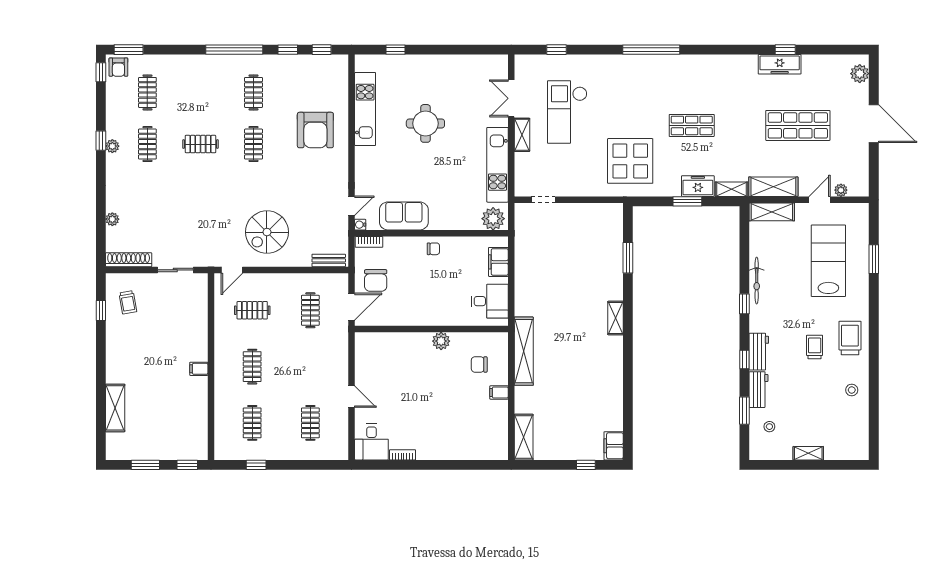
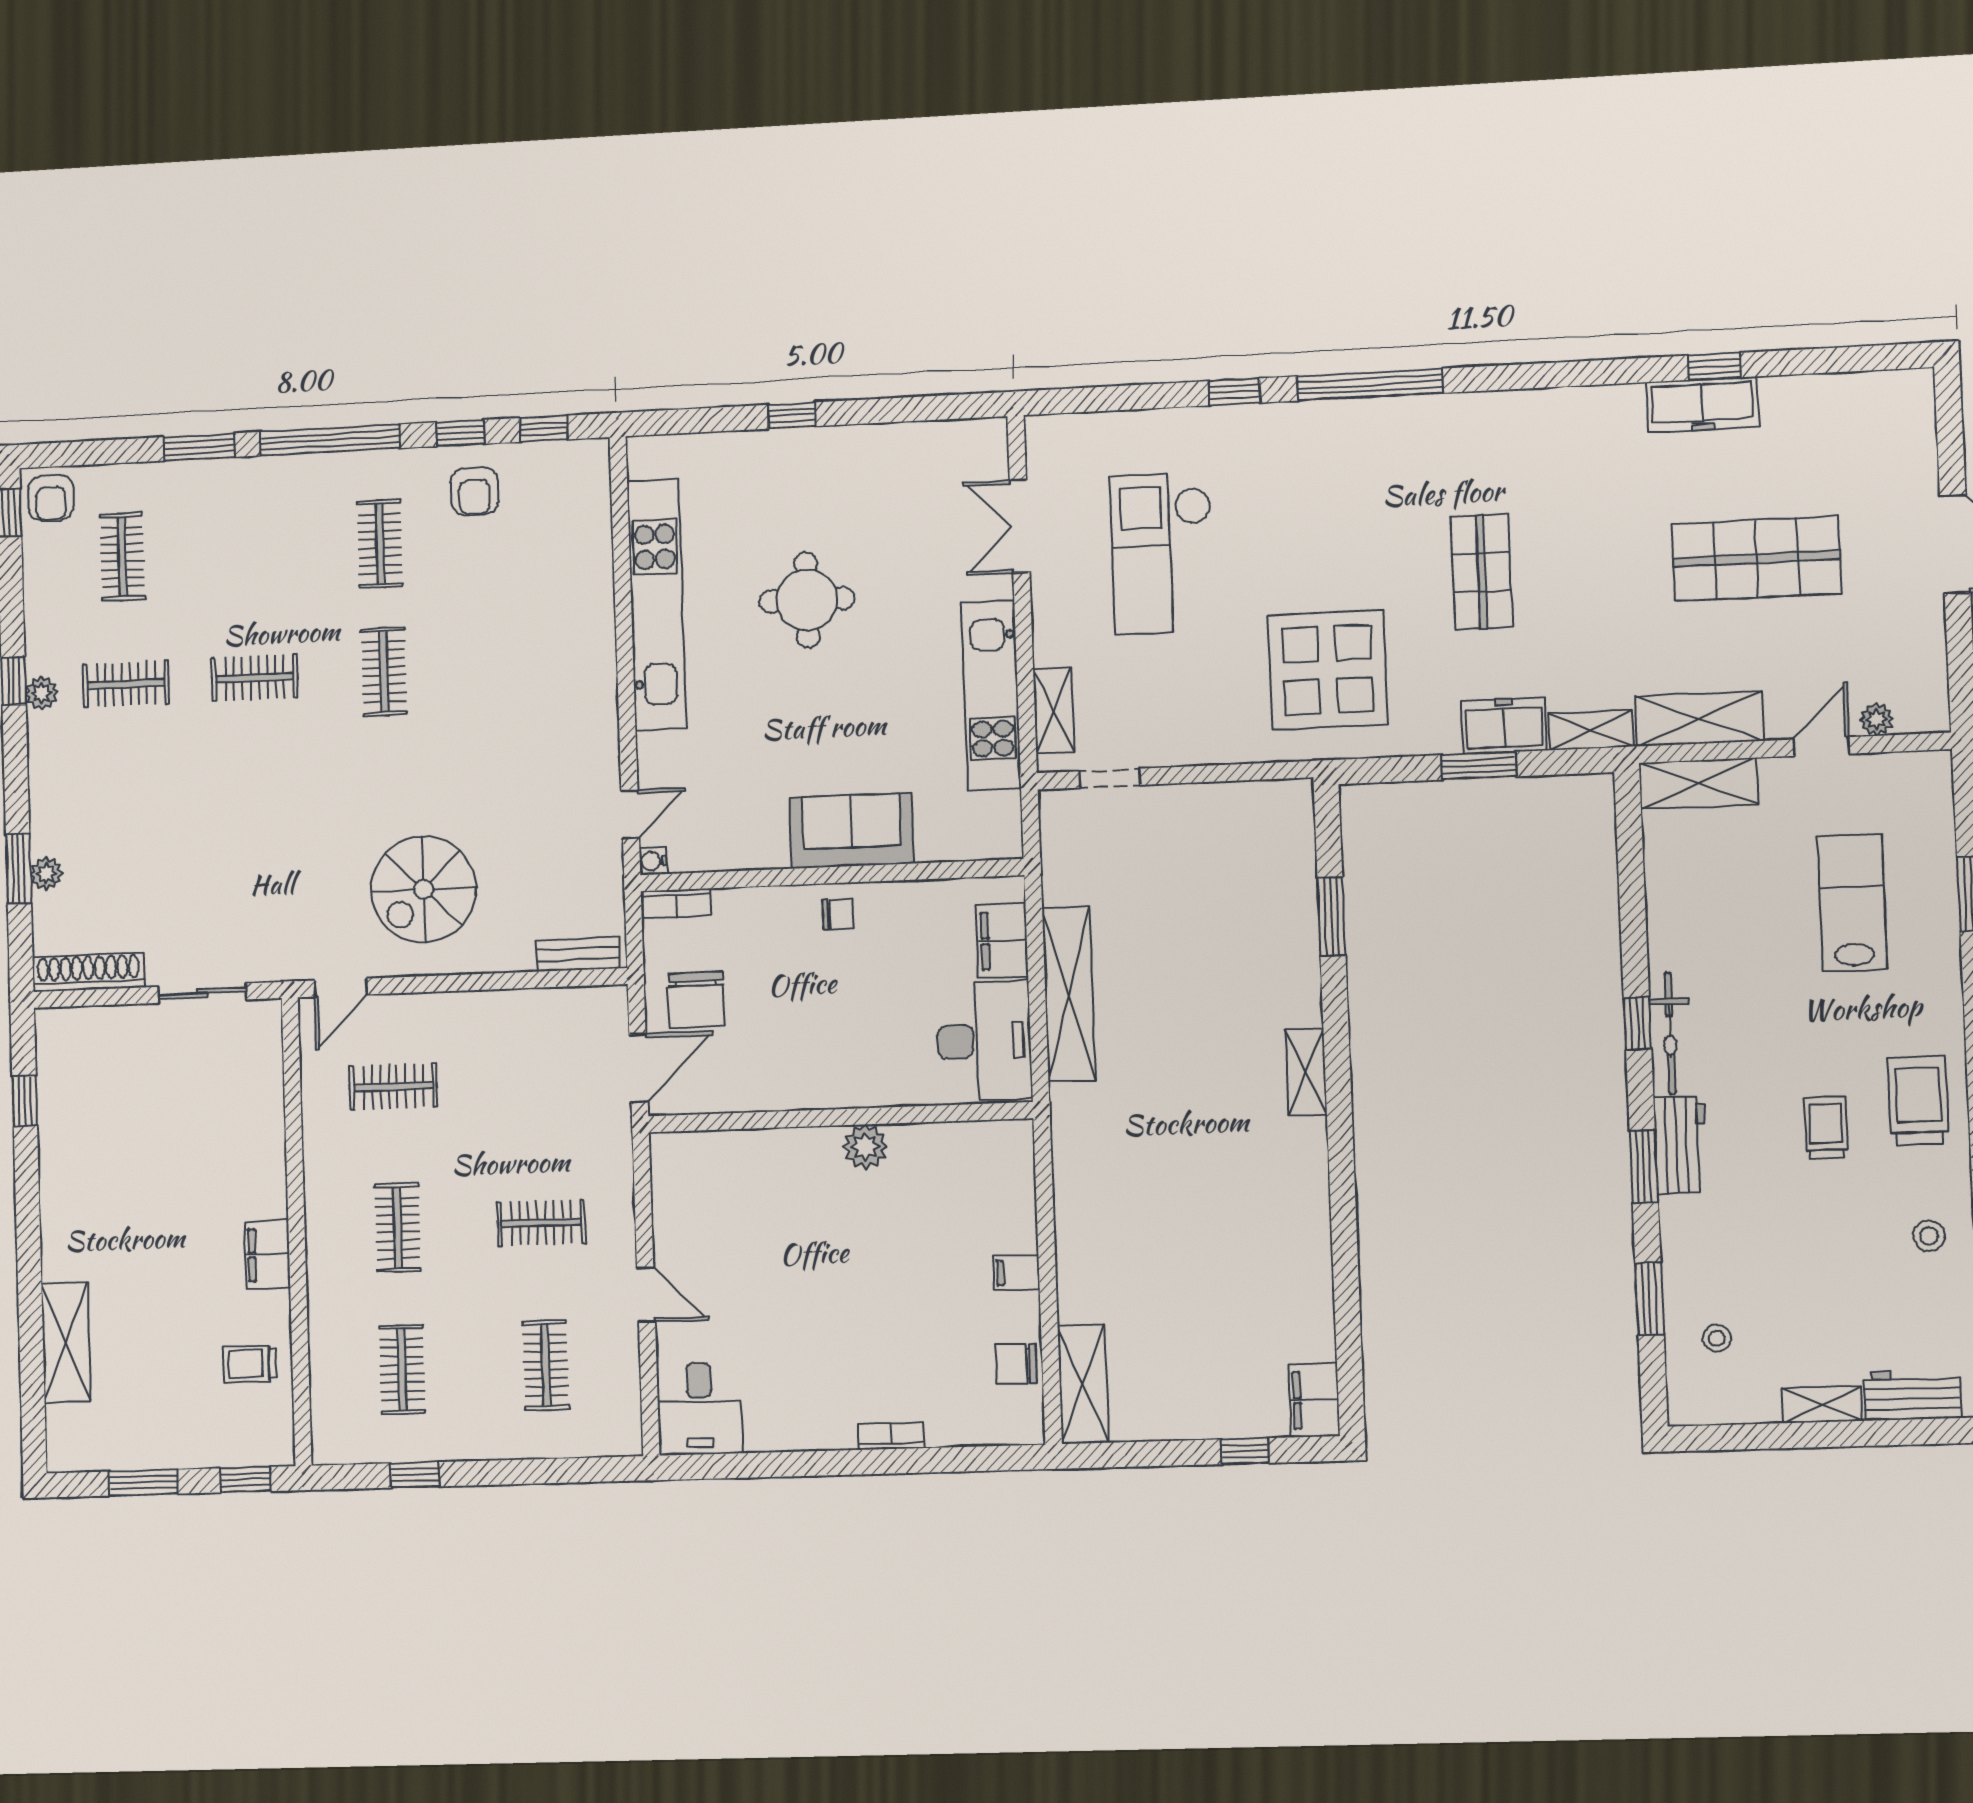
window: (129, 50) -> (199, 447), moved
window: (395, 50) -> (792, 415), moved
window: (557, 50) -> (1235, 392), moved
plant: (860, 74) -> (1912, 417), removed
kitchen unit: (365, 109) -> (657, 604), width x1.36
shop shelf: (692, 125) -> (1482, 572), turned 90
armchair: (315, 130) -> (474, 491), moved, width x0.53, depth x0.53
shelving: (522, 135) -> (1054, 711), moved
clothes rail: (147, 144) -> (126, 684), turned 90
sofa: (404, 216) -> (852, 831), moved
window: (101, 217) -> (18, 869), added
plant: (493, 219) -> (985, 832), removed
lab bench: (828, 261) -> (1852, 903), width x0.73, depth x0.72
bicycle: (757, 281) -> (1670, 1033), moved
desk: (490, 301) -> (984, 1041), width x1.37
trolley: (128, 302) -> (249, 1364), moved, turned 100
clothes rail: (310, 310) -> (541, 1223), moved, turned 90
shelving: (524, 351) -> (1069, 994), moved
window: (744, 360) -> (1644, 1167), width x1.50
chair: (479, 364) -> (1016, 1364), moved
filing cabinet: (199, 369) -> (267, 1255), width x2.00
workbench: (759, 390) -> (1912, 1395), moved, turned -90
bookcase: (402, 455) -> (891, 1436), moved

